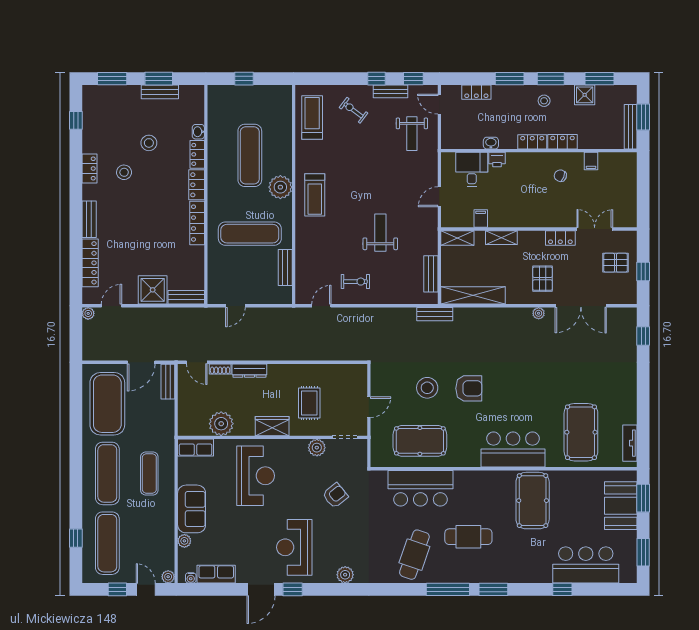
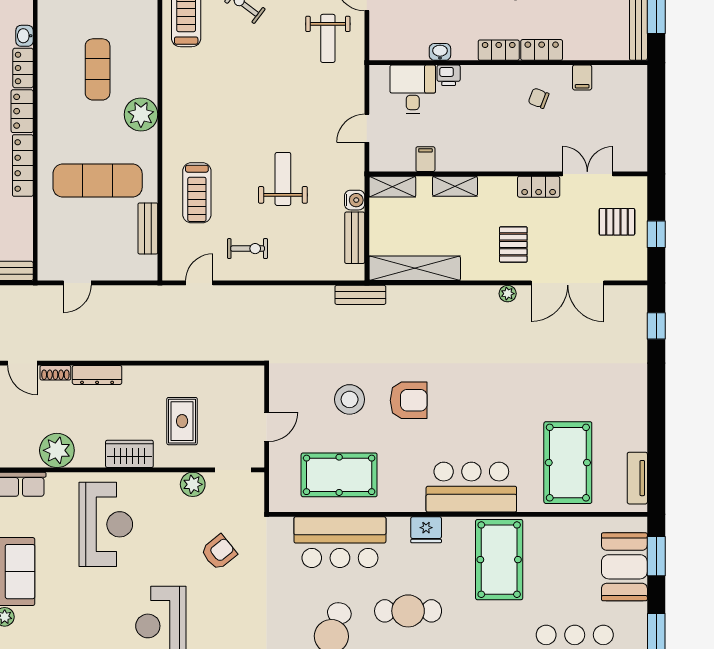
exercise mat: (250, 155) -> (98, 69), width x0.73, depth x0.69
treadmill: (315, 195) -> (197, 193), moved
water cooler: (431, 247) -> (355, 200), added
fridge: (481, 480) -> (426, 530), added

